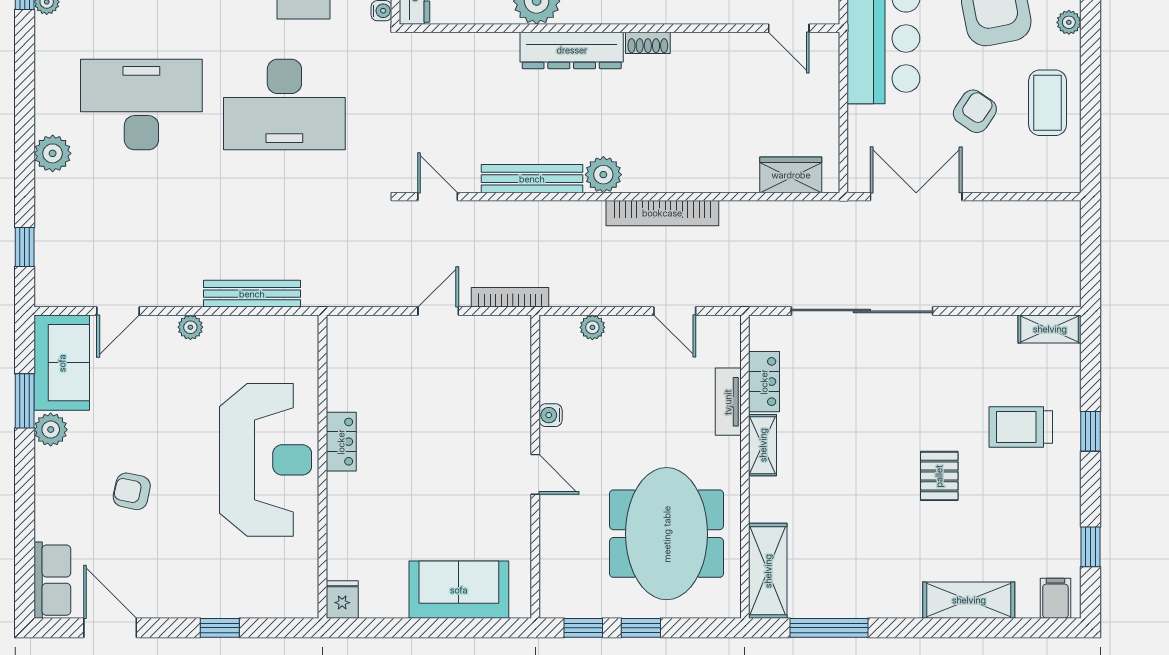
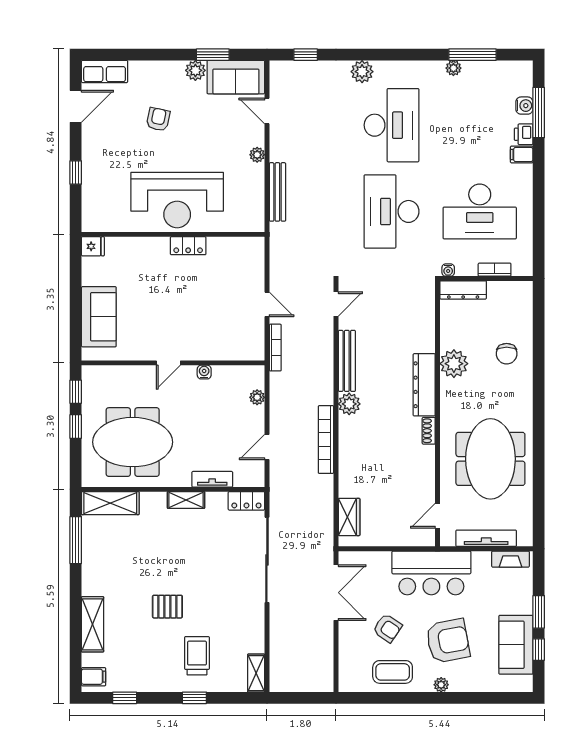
locker: (764, 382) -> (246, 501), moved

